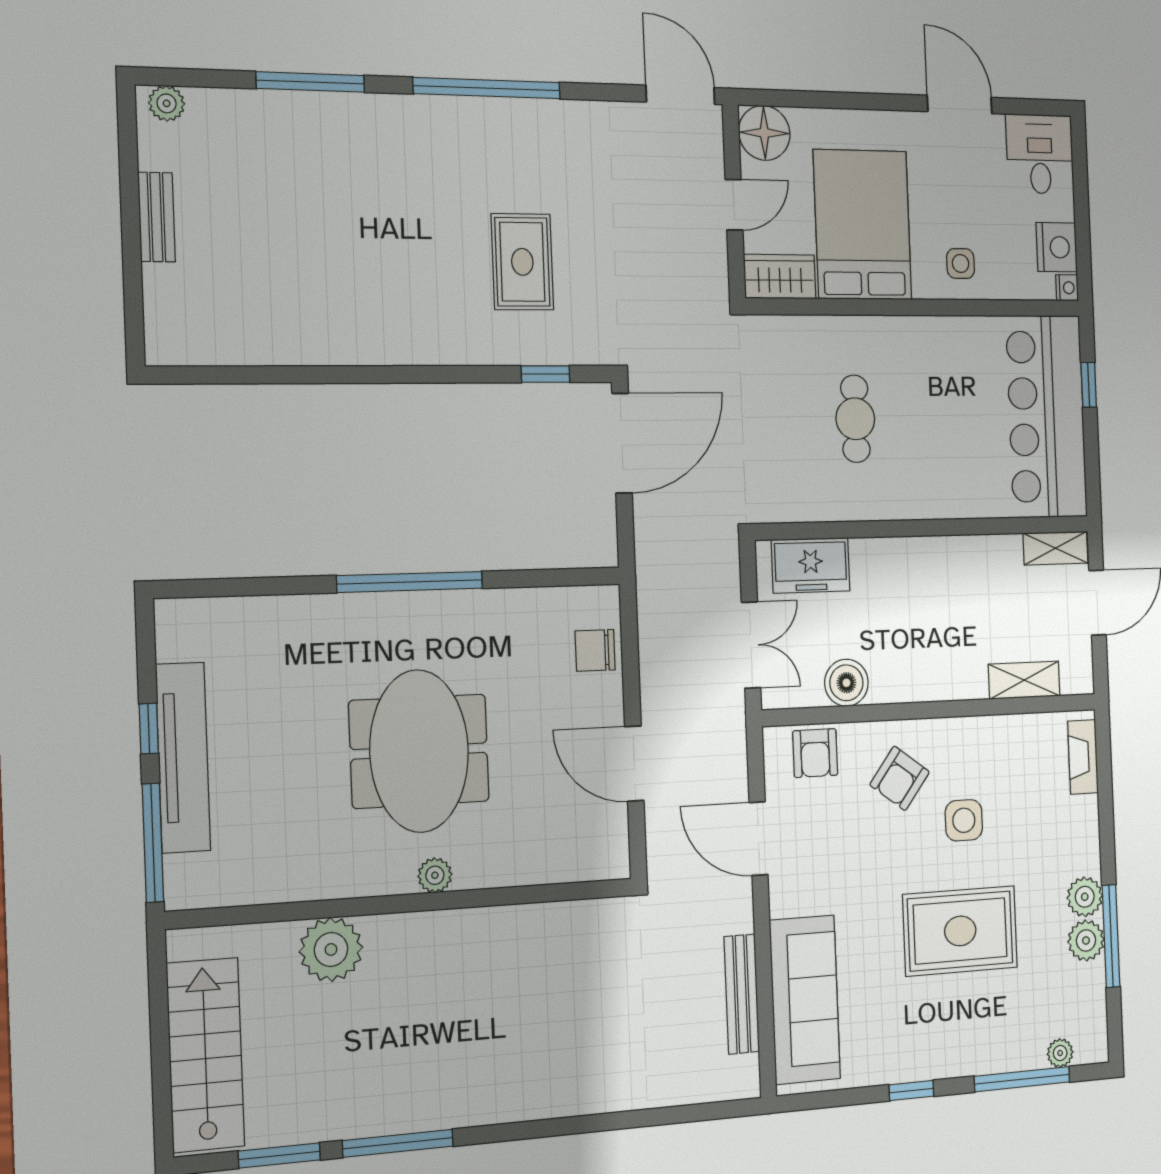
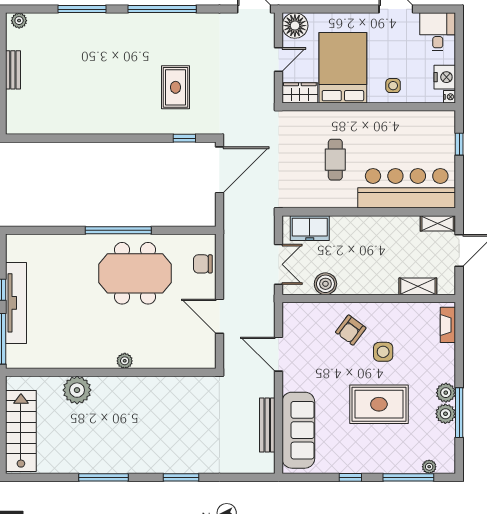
bar counter: (1046, 416) -> (407, 188), moved, turned 90
meeting table: (419, 751) -> (135, 273), moved, turned 90
armchair: (815, 753) -> (308, 316), removed
window: (279, 1155) -> (181, 477), moved

